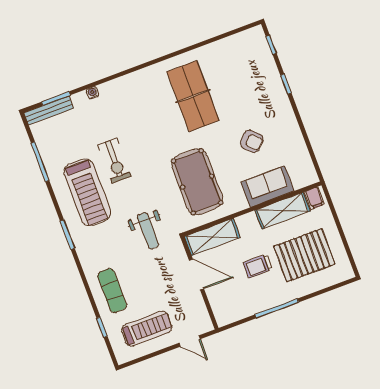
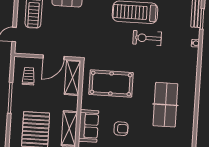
table tennis table: (193, 96) -> (165, 105), turned 90
armchair: (252, 141) -> (121, 129), turned -133
weight bench: (148, 231) -> (94, 39), removed
trolley: (258, 266) -> (29, 76), moved

